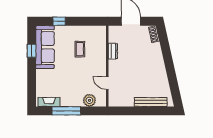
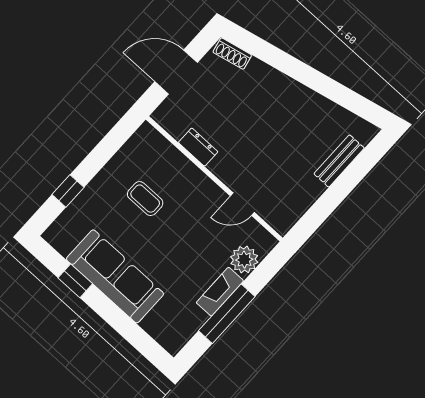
sofa: (45, 47) -> (115, 276), moved
fireplace: (49, 102) -> (220, 292), moved
bench: (151, 102) -> (339, 161), width x0.73

